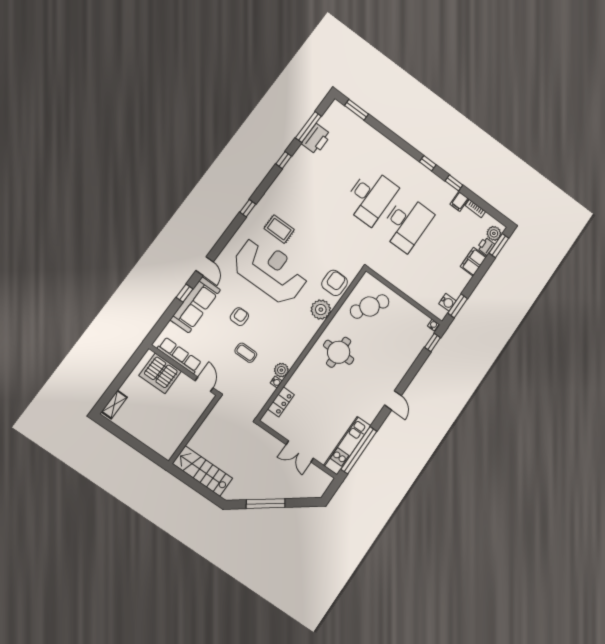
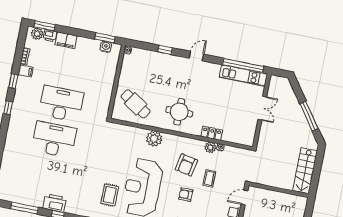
printer: (316, 139) -> (55, 203), moved
armchair: (335, 283) -> (186, 165), moved, turned -79
window: (433, 343) -> (165, 50), moved
locker: (281, 402) -> (212, 133), moved

